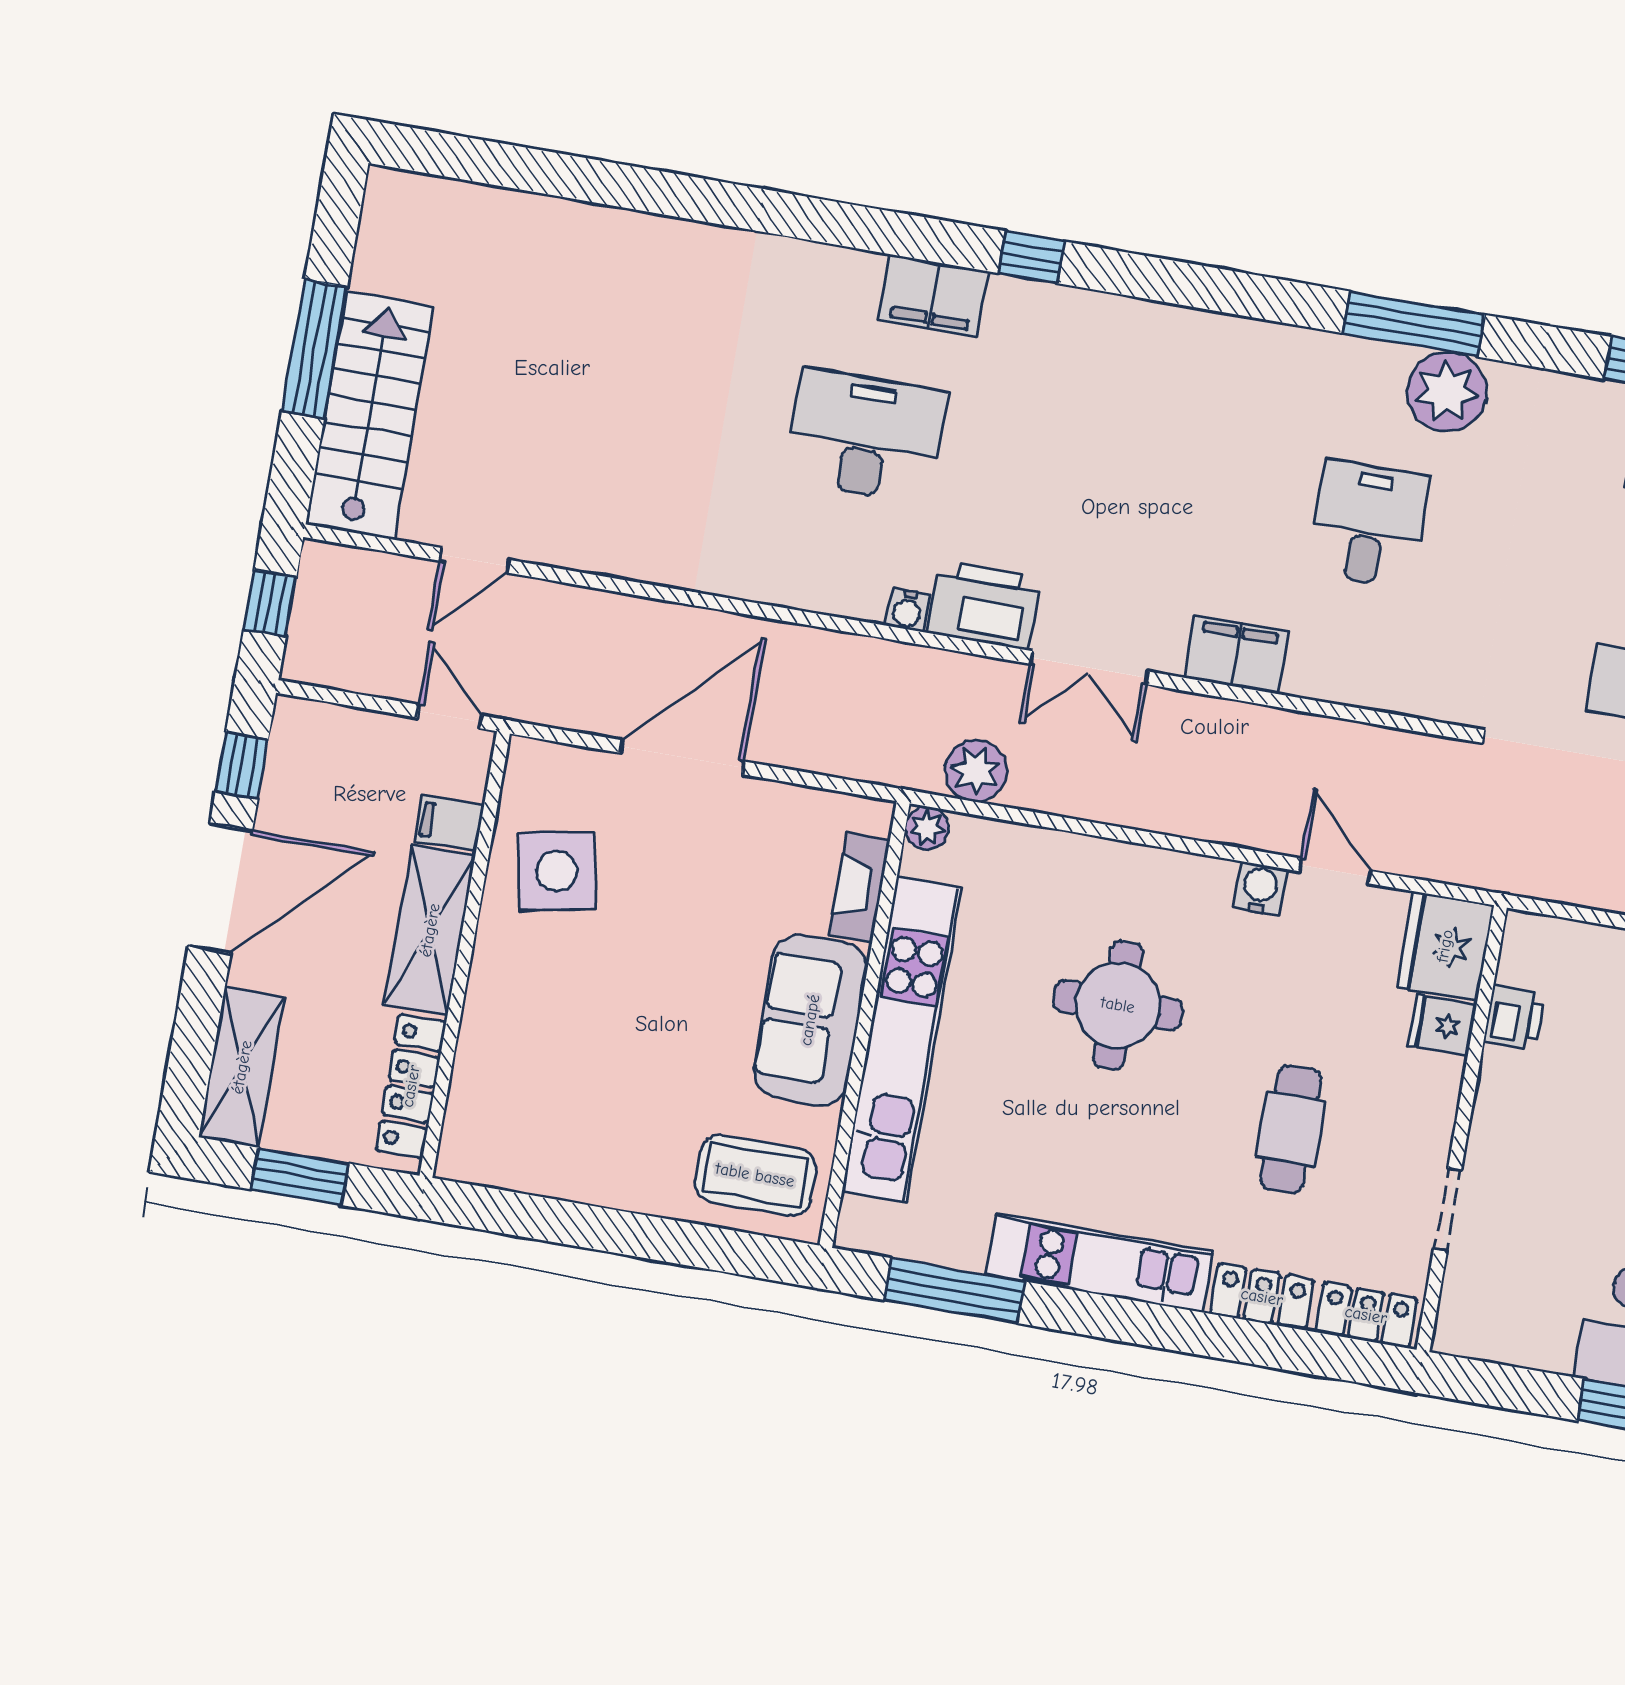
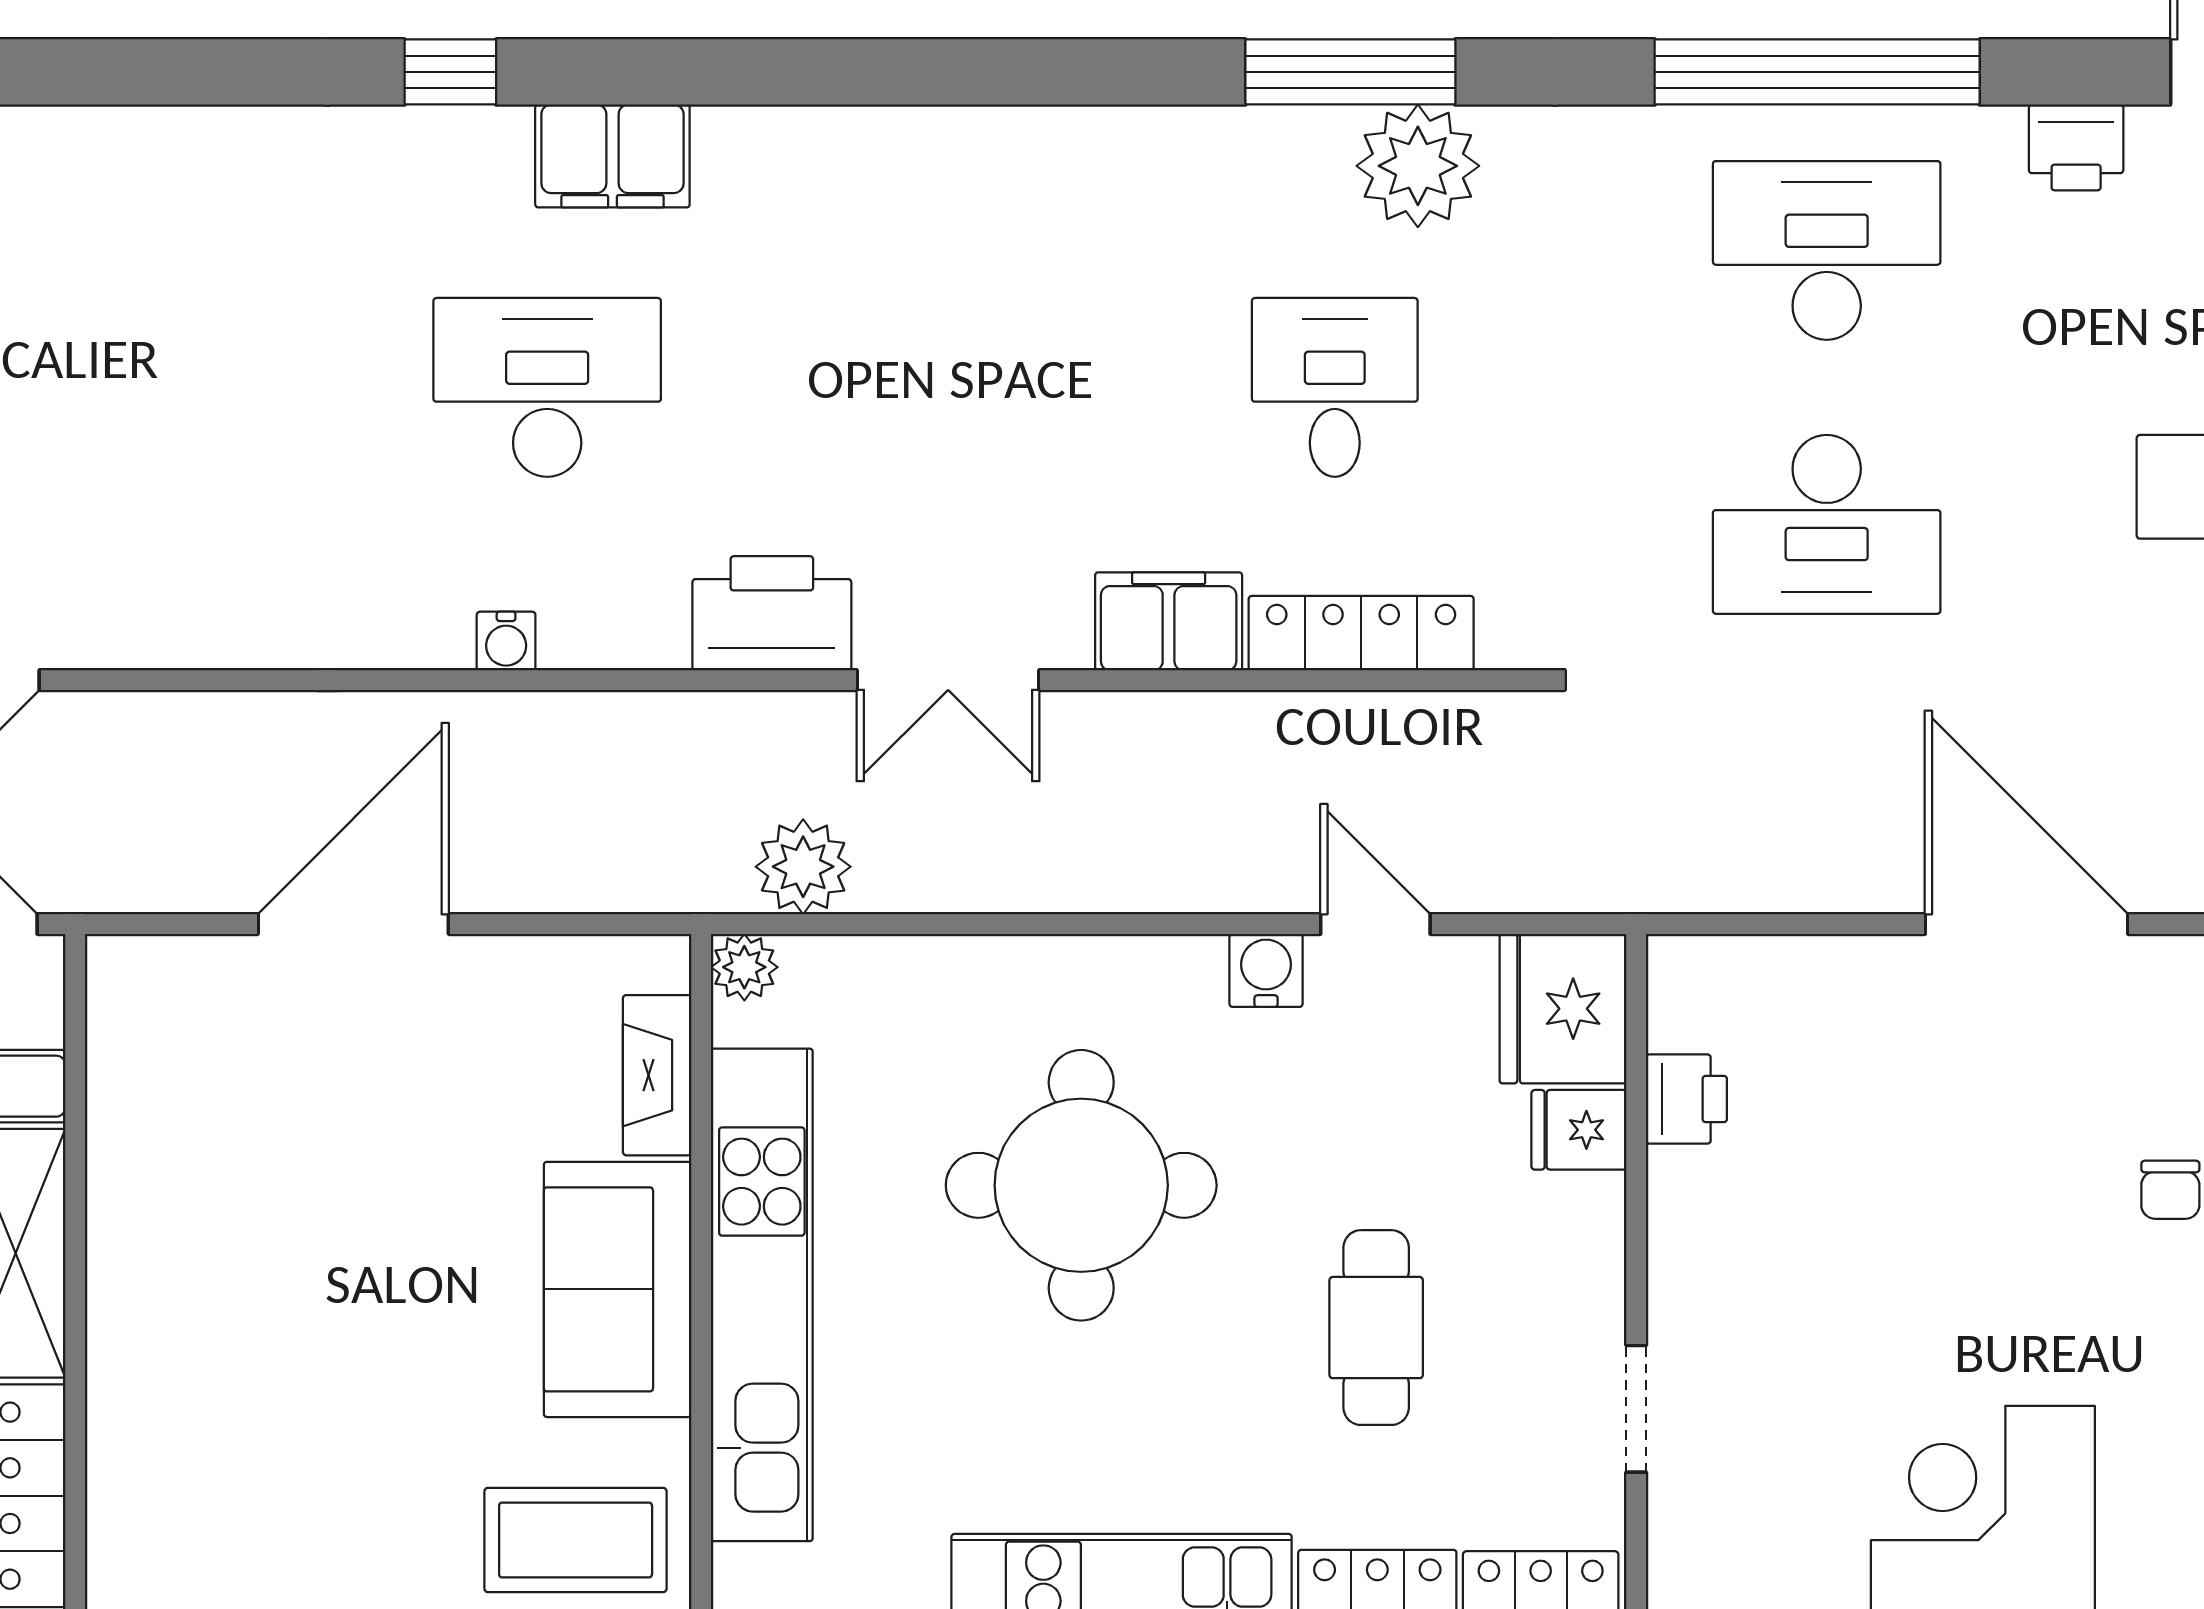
window: (1032, 257) -> (450, 72), moved
water cooler: (907, 610) -> (506, 641), moved
locker: (1358, 684) -> (1361, 633), added
side table: (557, 871) -> (193, 1131), removed
round table: (1118, 1005) -> (1081, 1185), width x1.36, depth x1.36

